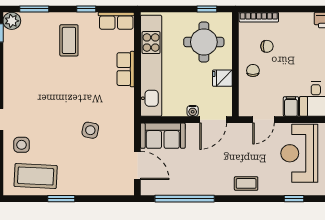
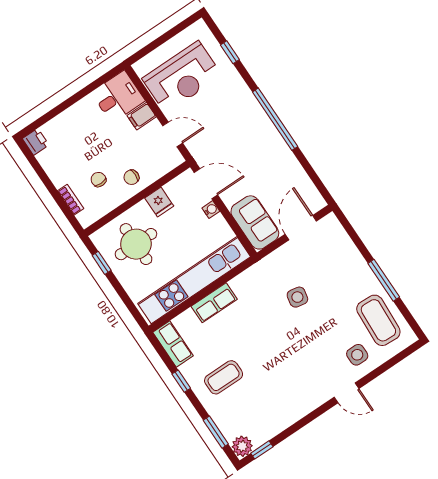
bookcase: (259, 17) -> (71, 200), width x0.64
coffee table: (246, 183) -> (247, 109), removed
window: (61, 199) -> (384, 280), width x1.44
window: (185, 199) -> (275, 119), moved

